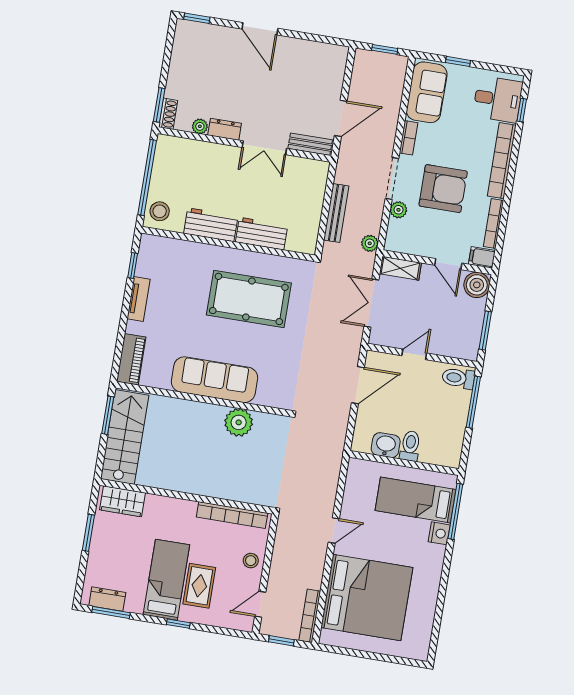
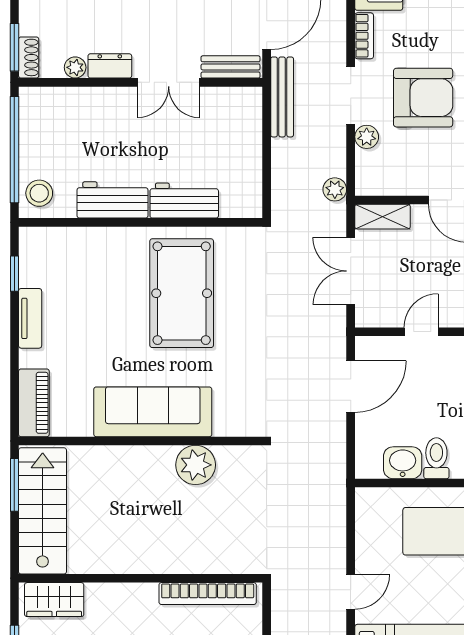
bench: (336, 213) -> (282, 97), moved
pool table: (249, 299) -> (182, 293), turned 90

